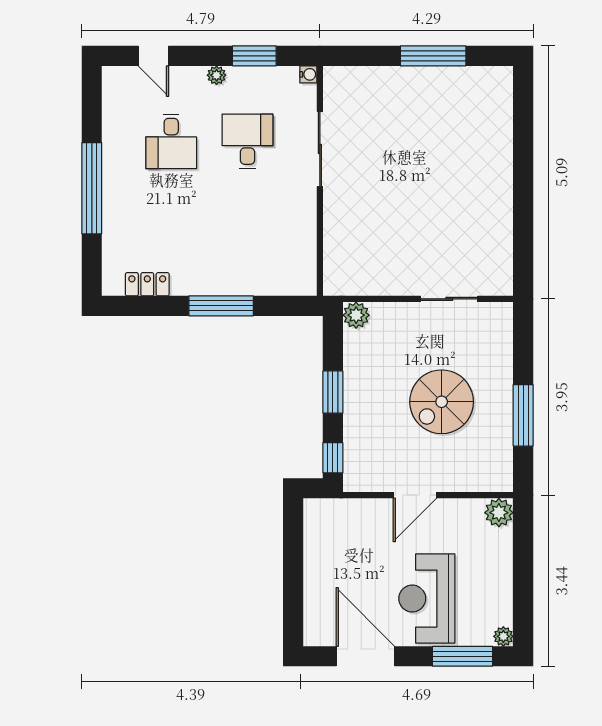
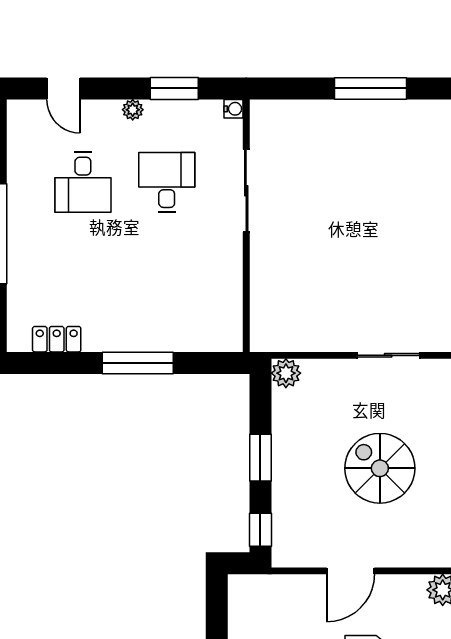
spiral stairs: (442, 402) -> (380, 468), turned 90

